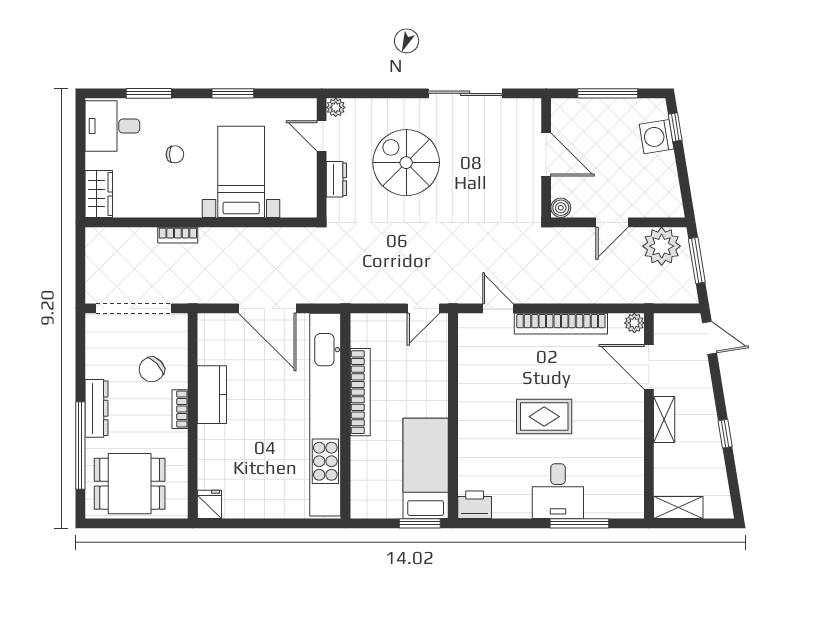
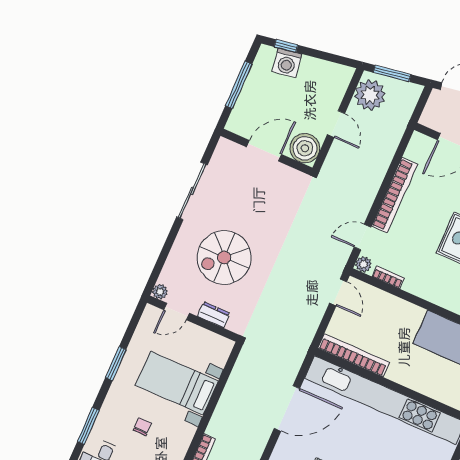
boiler: (561, 208) -> (305, 148), width x1.86, depth x1.86
plant: (634, 323) -> (363, 264), moved
bookcase: (465, 357) -> (388, 277), added
bookcase: (360, 392) -> (354, 355), moved

